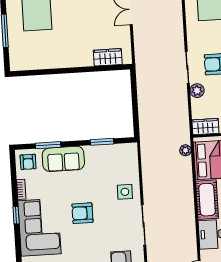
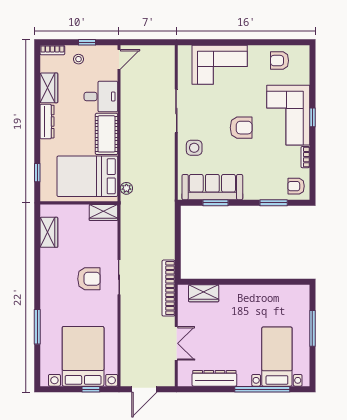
bookcase: (141, 60) -> (168, 288), added
plant: (197, 91) -> (110, 252), removed
sofa: (63, 159) -> (212, 187), moved, width x1.36
armchair: (28, 162) -> (296, 186), turned -90
window: (16, 215) -> (312, 117), moved

